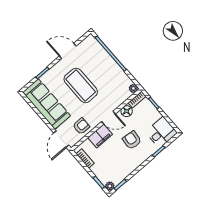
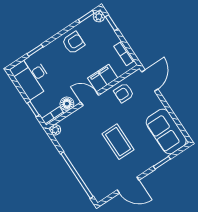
coffee table: (81, 85) -> (118, 142), width x0.73, depth x0.76
sofa: (47, 104) -> (166, 131), width x0.73
desk: (161, 132) -> (32, 77), width x1.37
armchair: (132, 140) -> (73, 43), moved, turned -96

